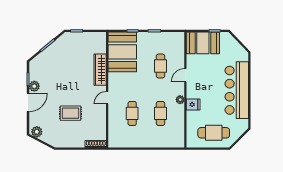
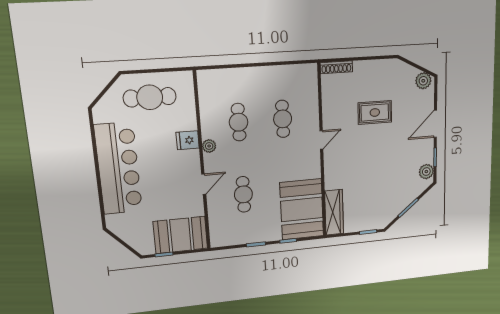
wardrobe: (100, 70) -> (334, 212), moved
plant: (34, 86) -> (426, 172), moved

